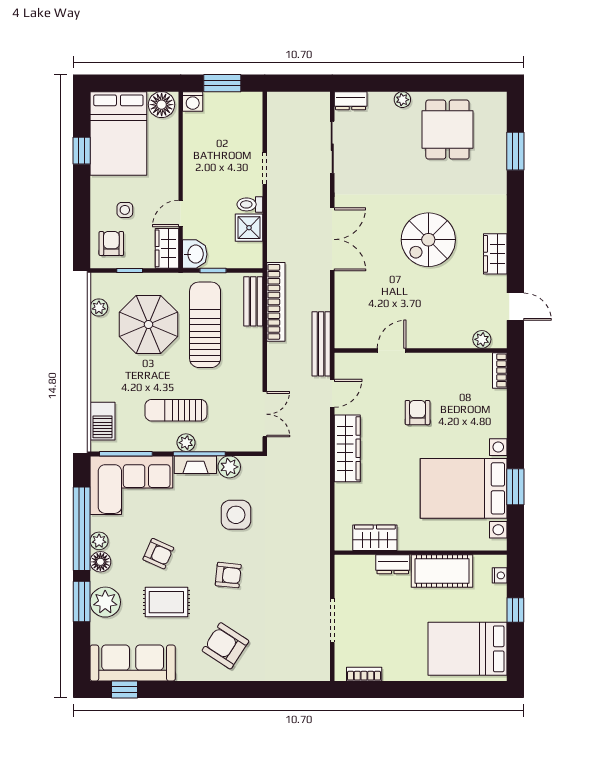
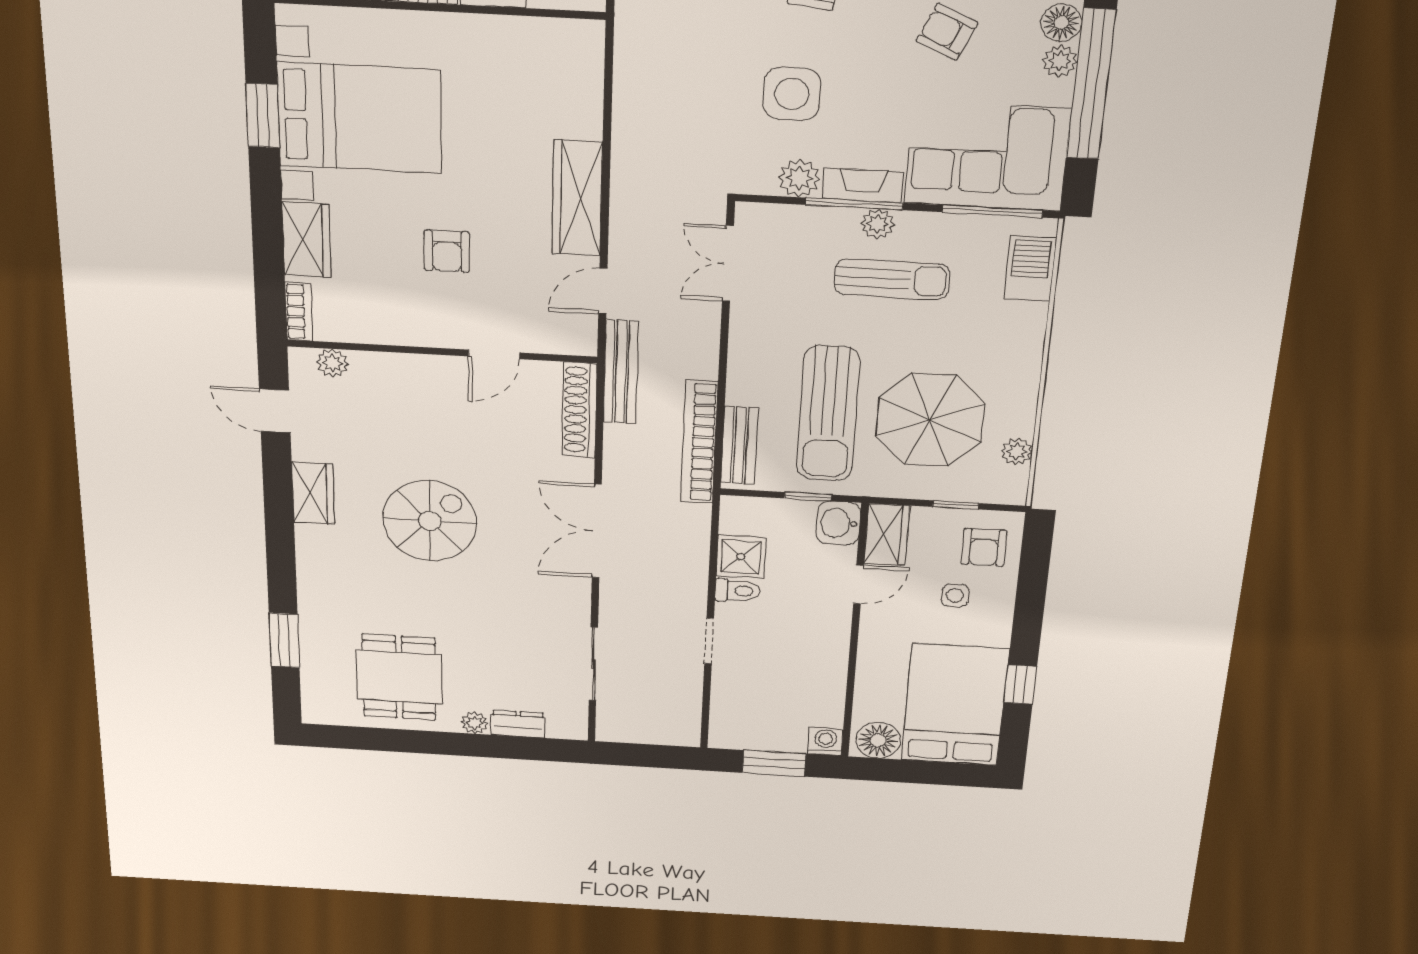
dresser: (351, 101) -> (518, 724), moved
shoe rack: (344, 318) -> (580, 410), added
wardrobe: (375, 538) -> (307, 240), moved, turned -90

